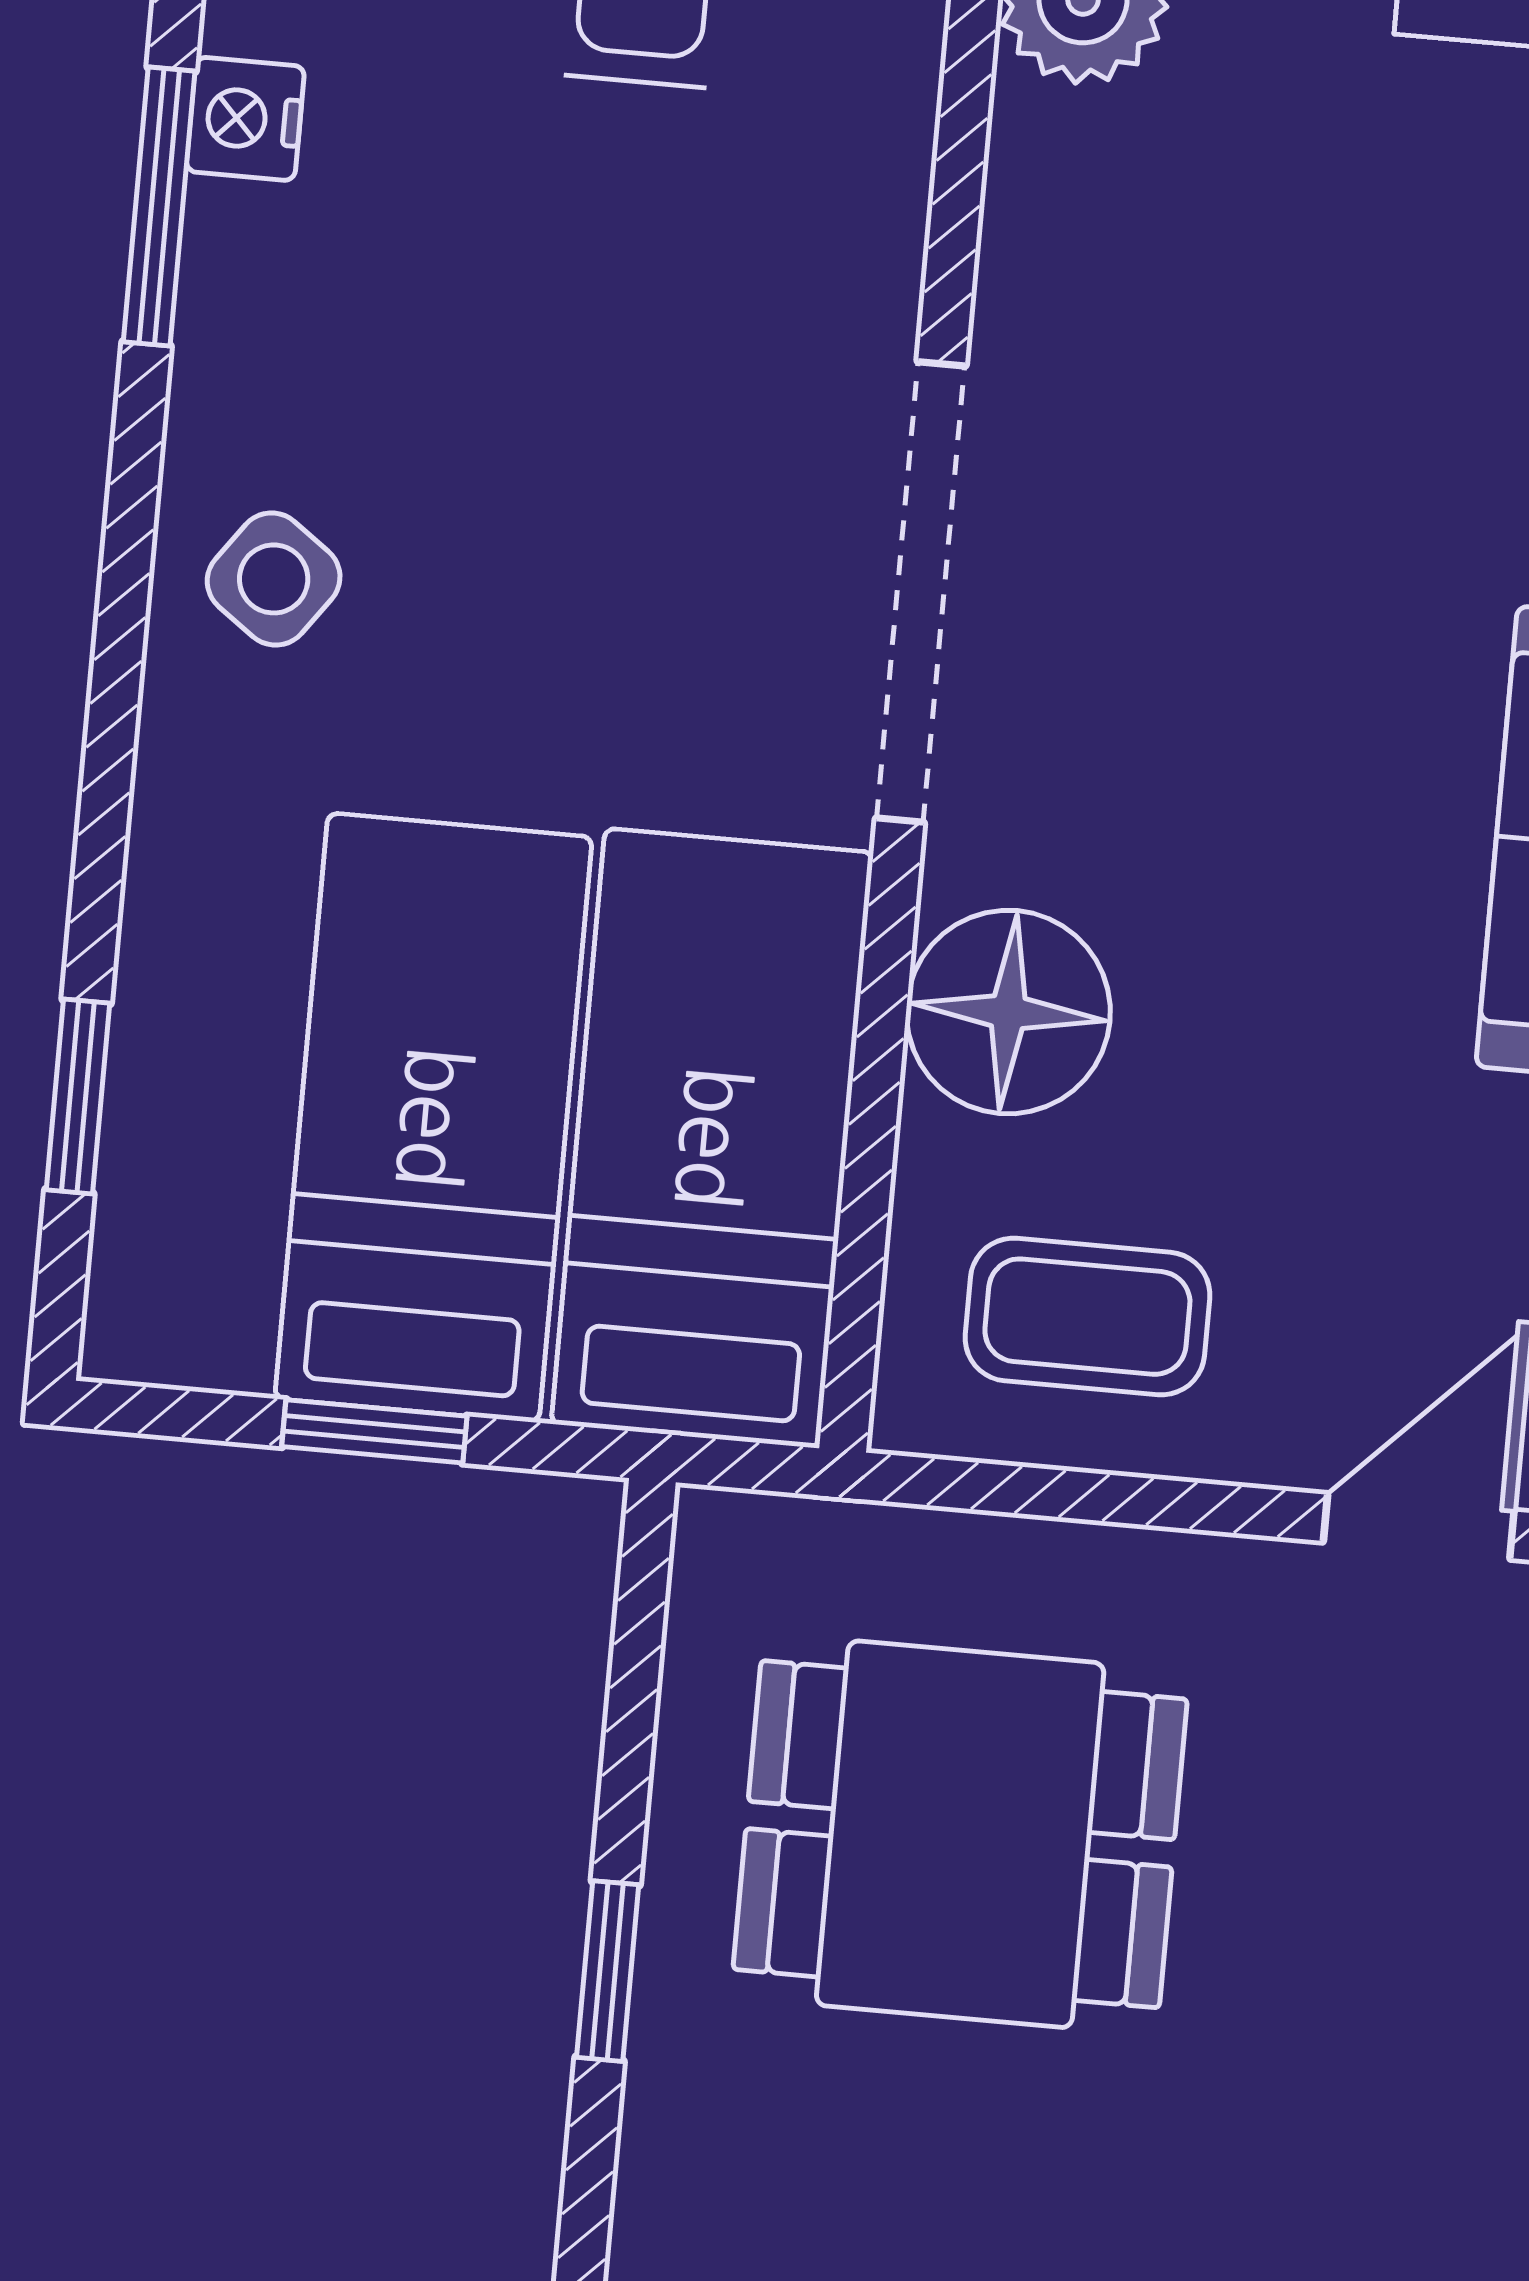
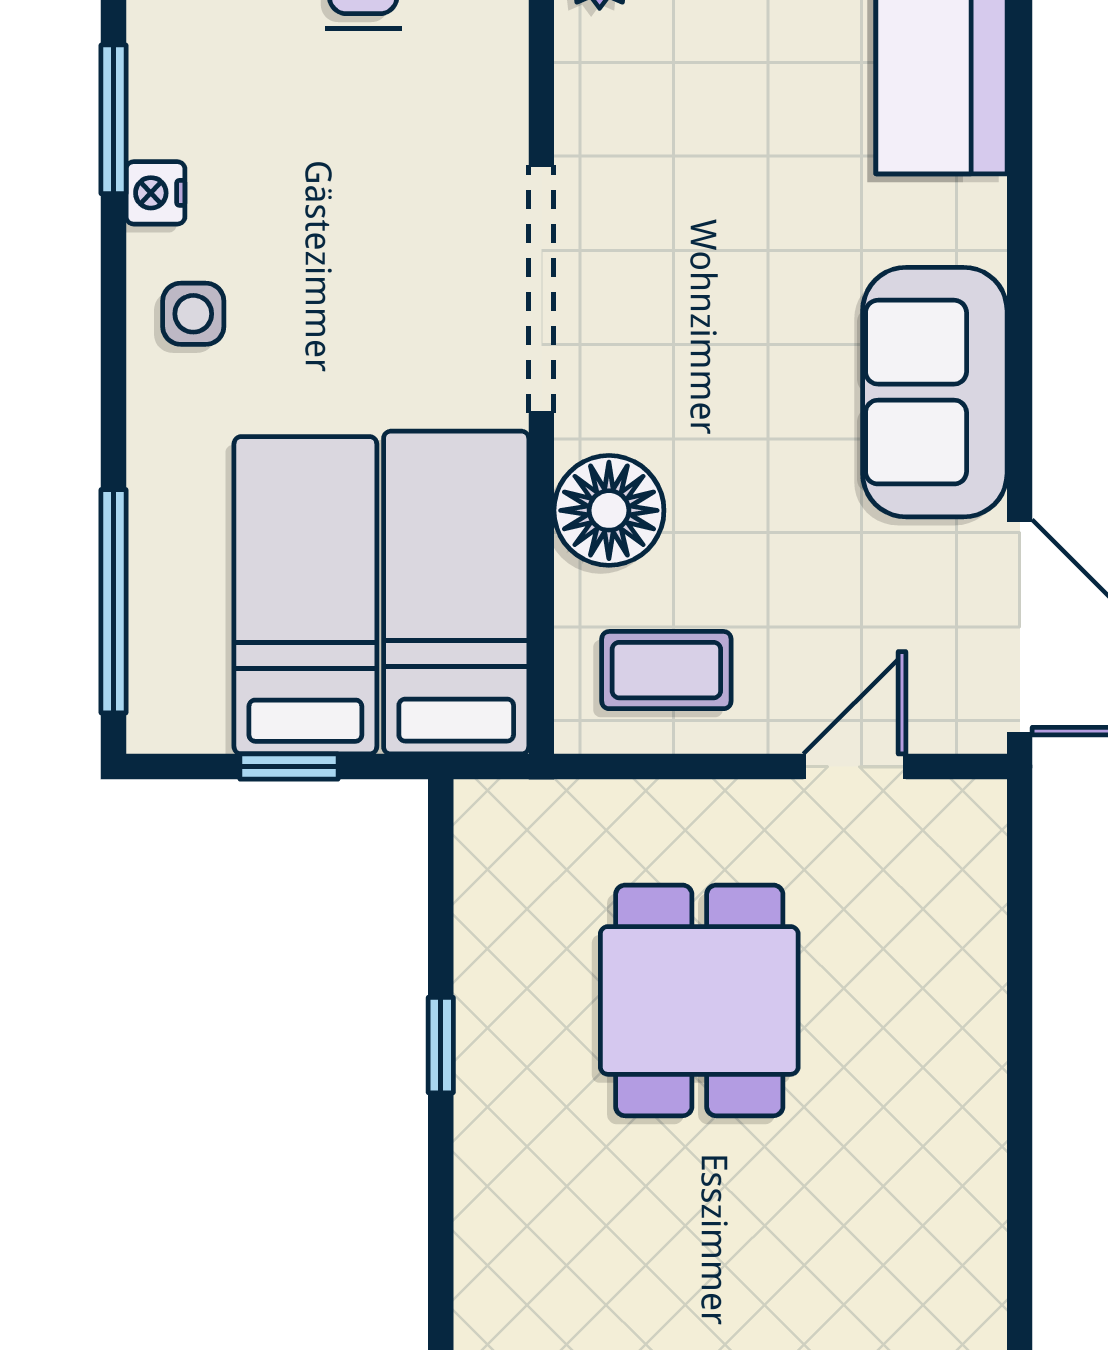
nightstand: (245, 119) -> (156, 193), moved
side table: (274, 579) -> (193, 314), turned -36
window: (78, 1096) -> (114, 601), width x2.17
dining table: (960, 1834) -> (699, 1000), moved, turned 90

